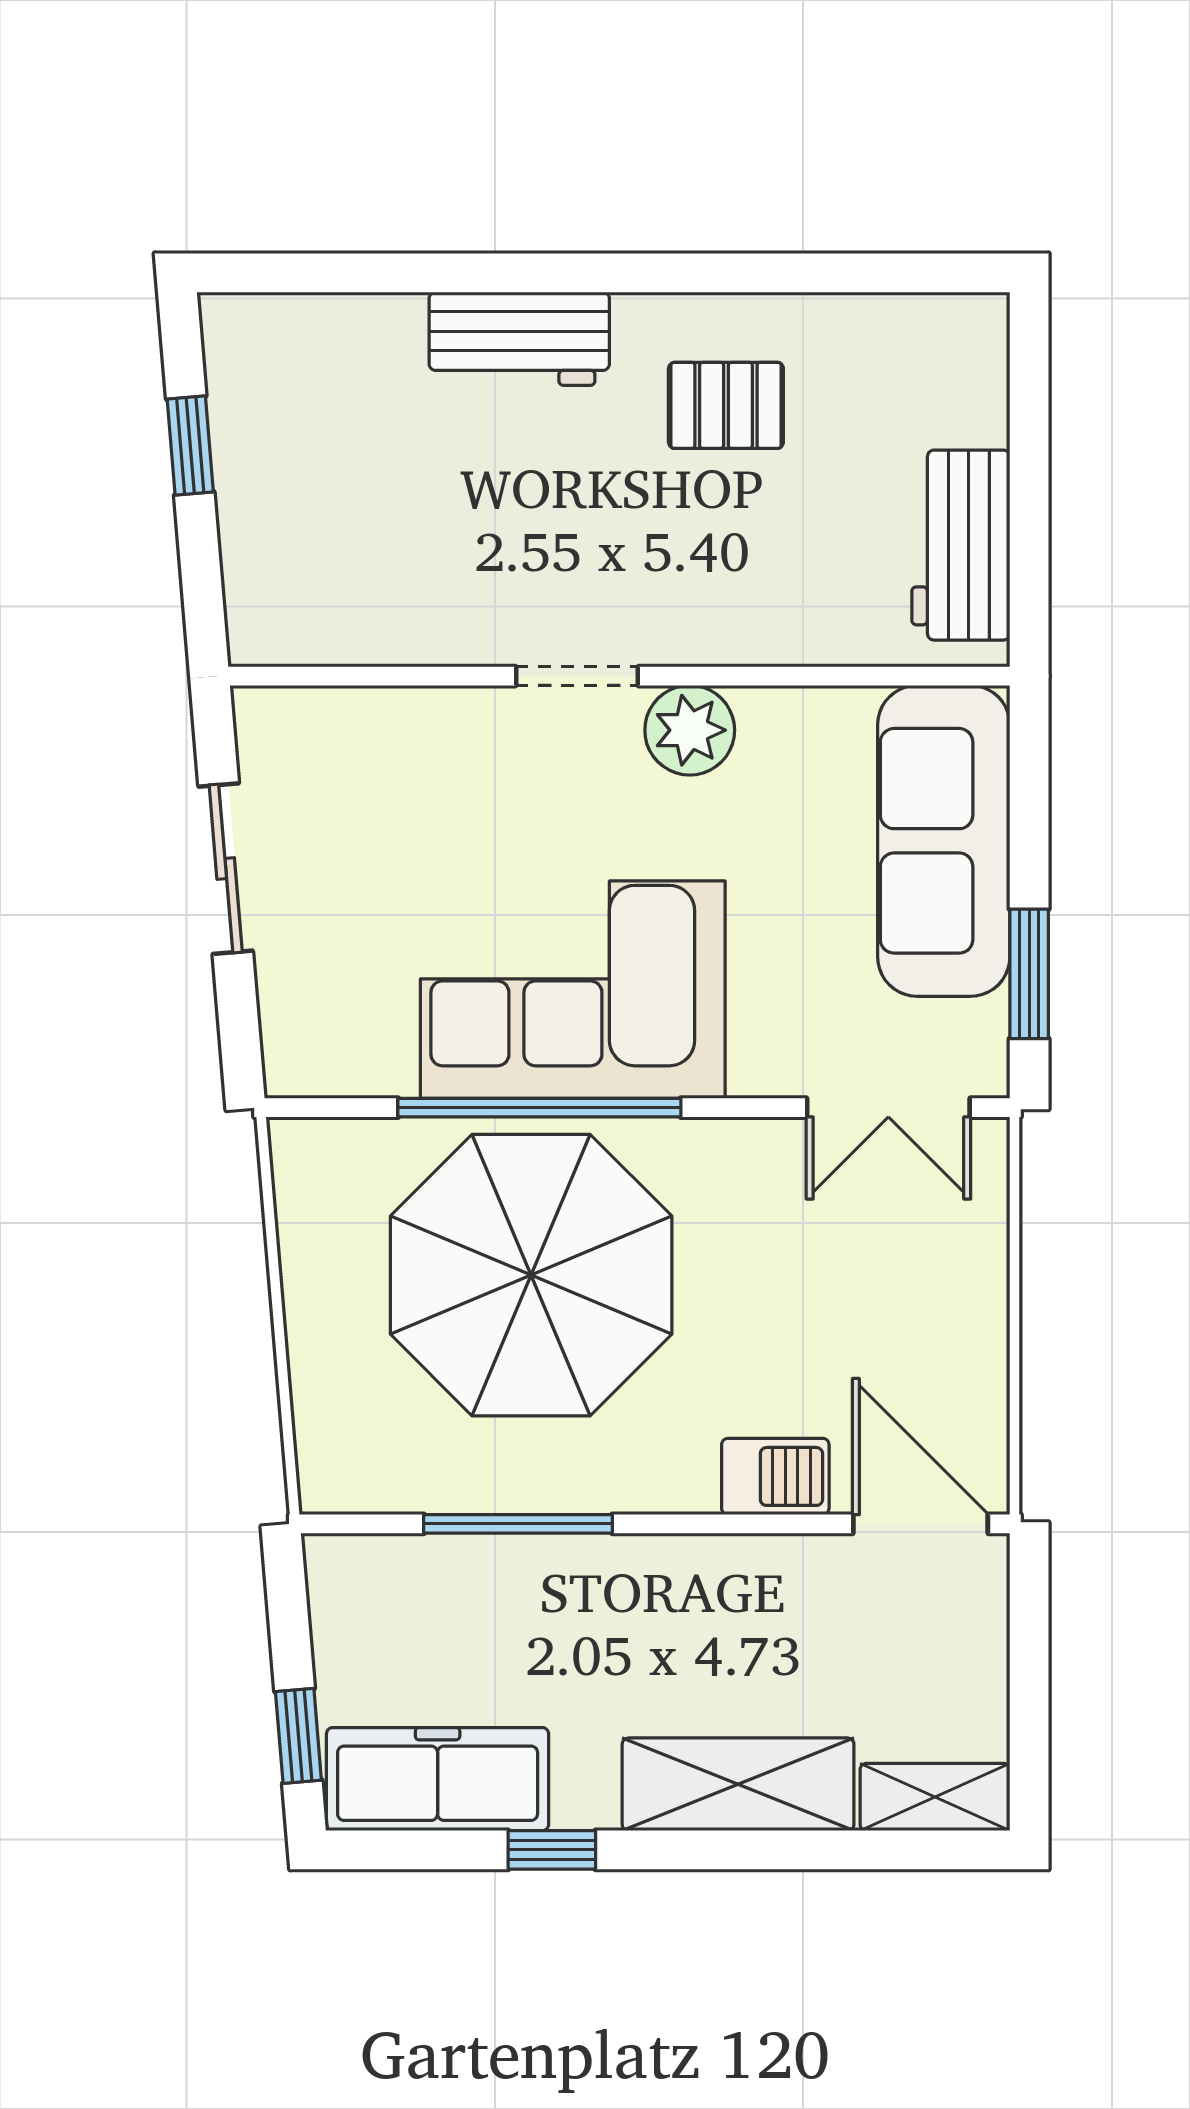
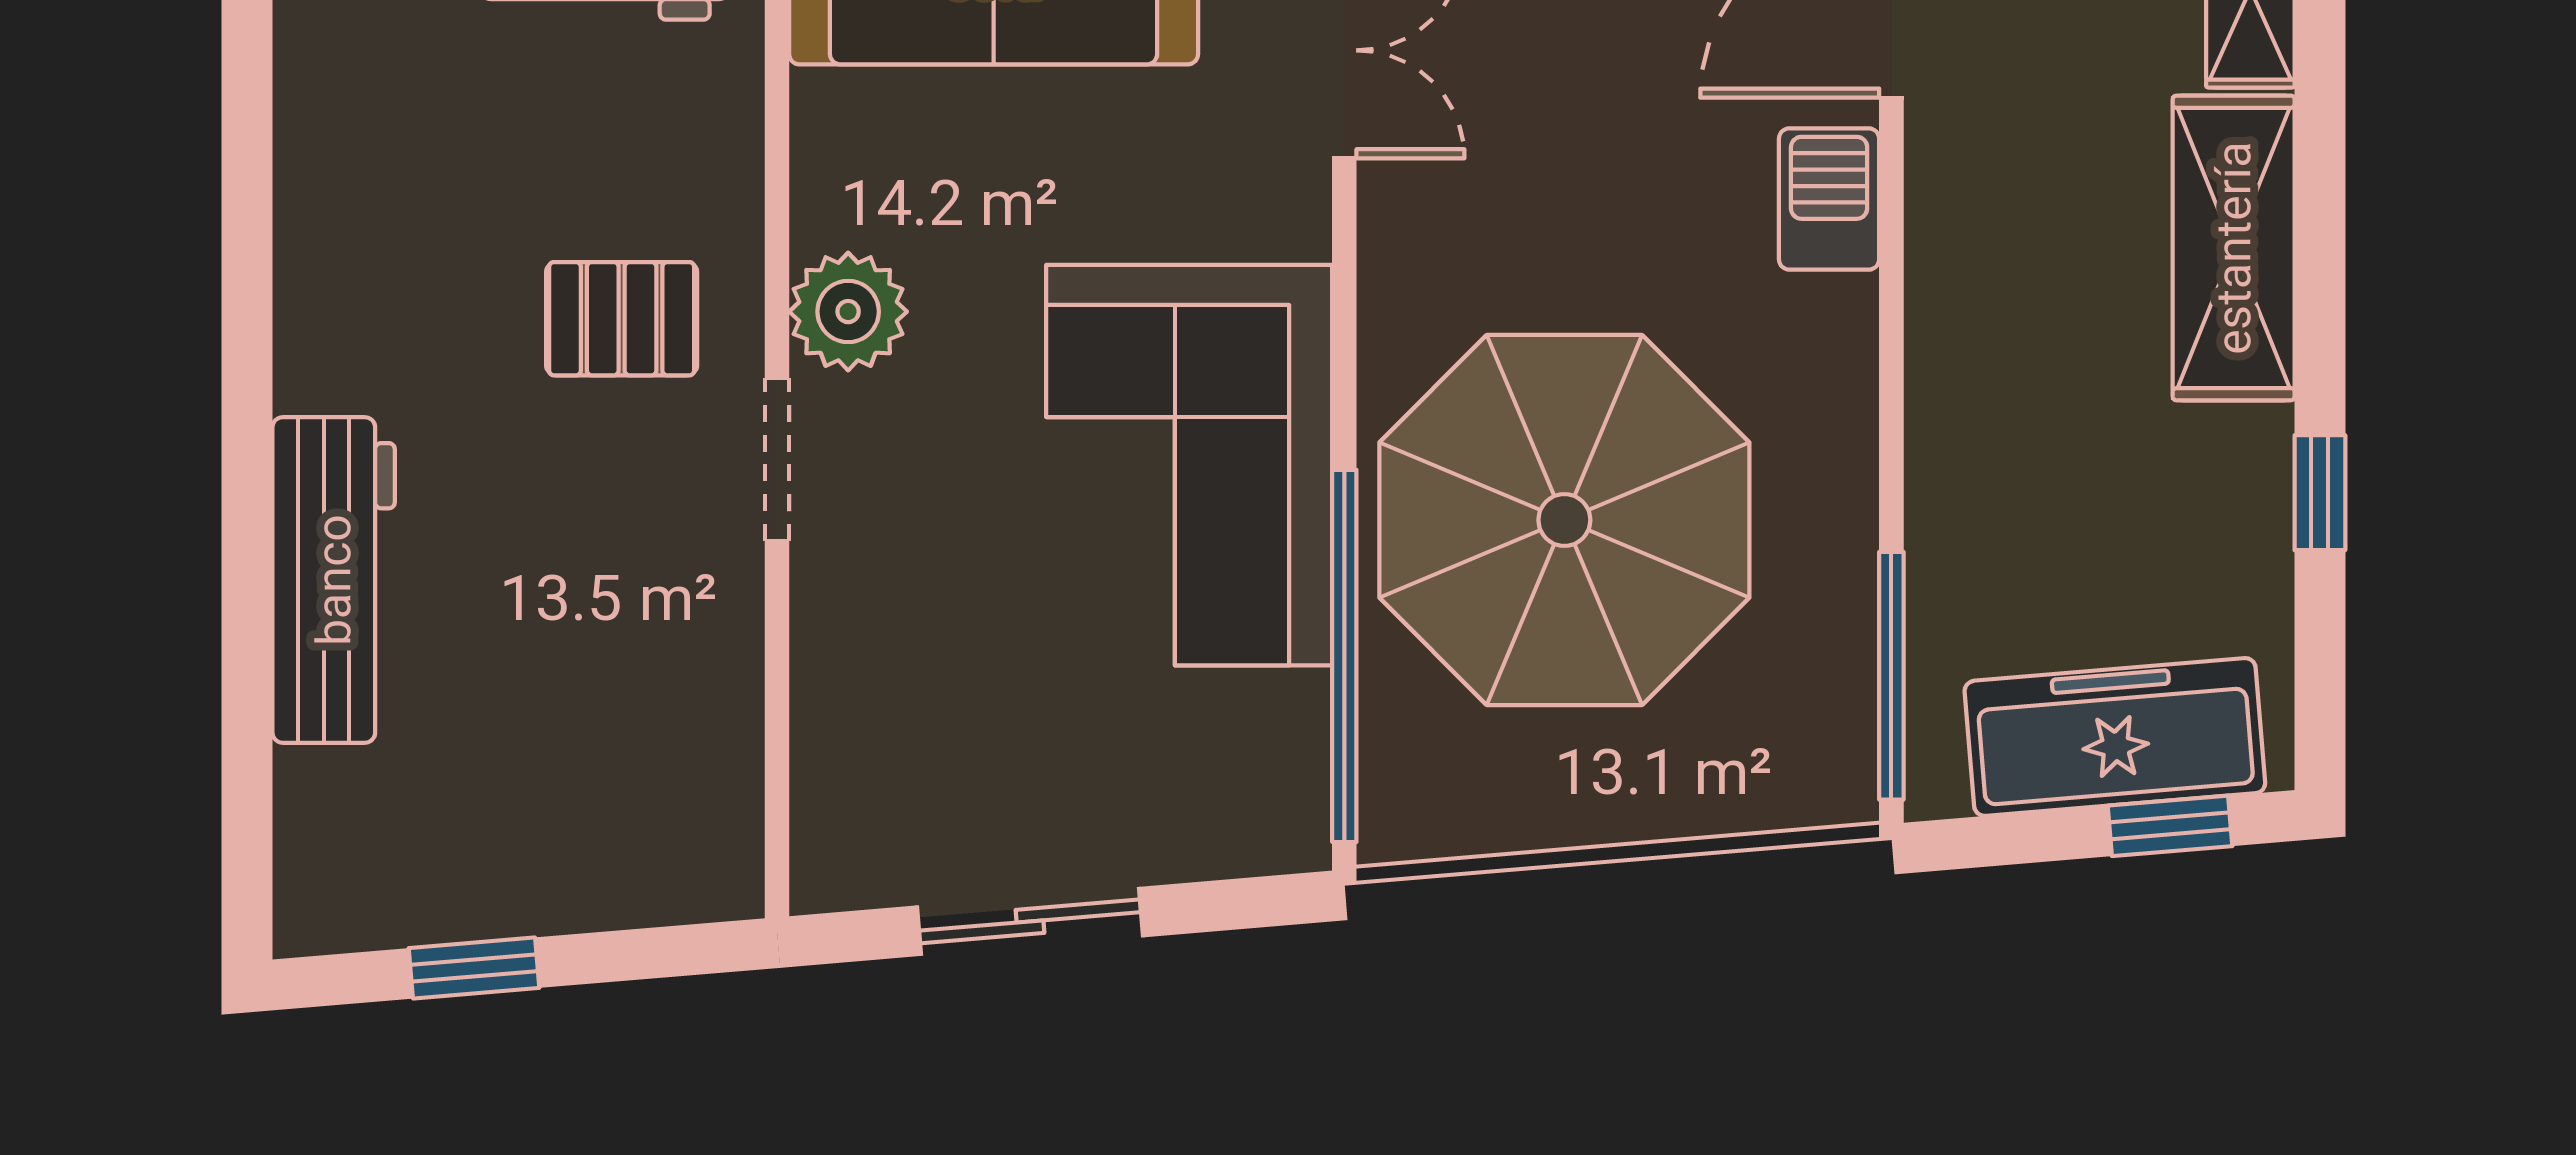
workbench: (519, 339) -> (334, 580), width x1.38
pallet: (726, 405) -> (622, 319), moved, turned 90
window: (539, 1108) -> (1344, 656), moved
window: (518, 1524) -> (1891, 676), moved
freezer: (438, 1779) -> (2115, 737), moved, turned 85

